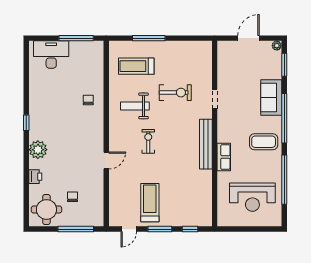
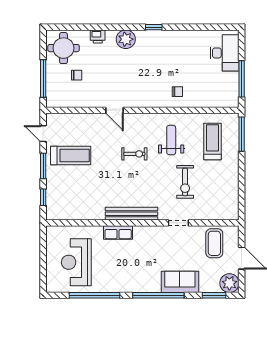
window: (149, 38) -> (242, 134), moved
plant: (277, 46) -> (229, 283), width x1.88, depth x1.88
coffee table: (264, 142) -> (214, 243), moved

